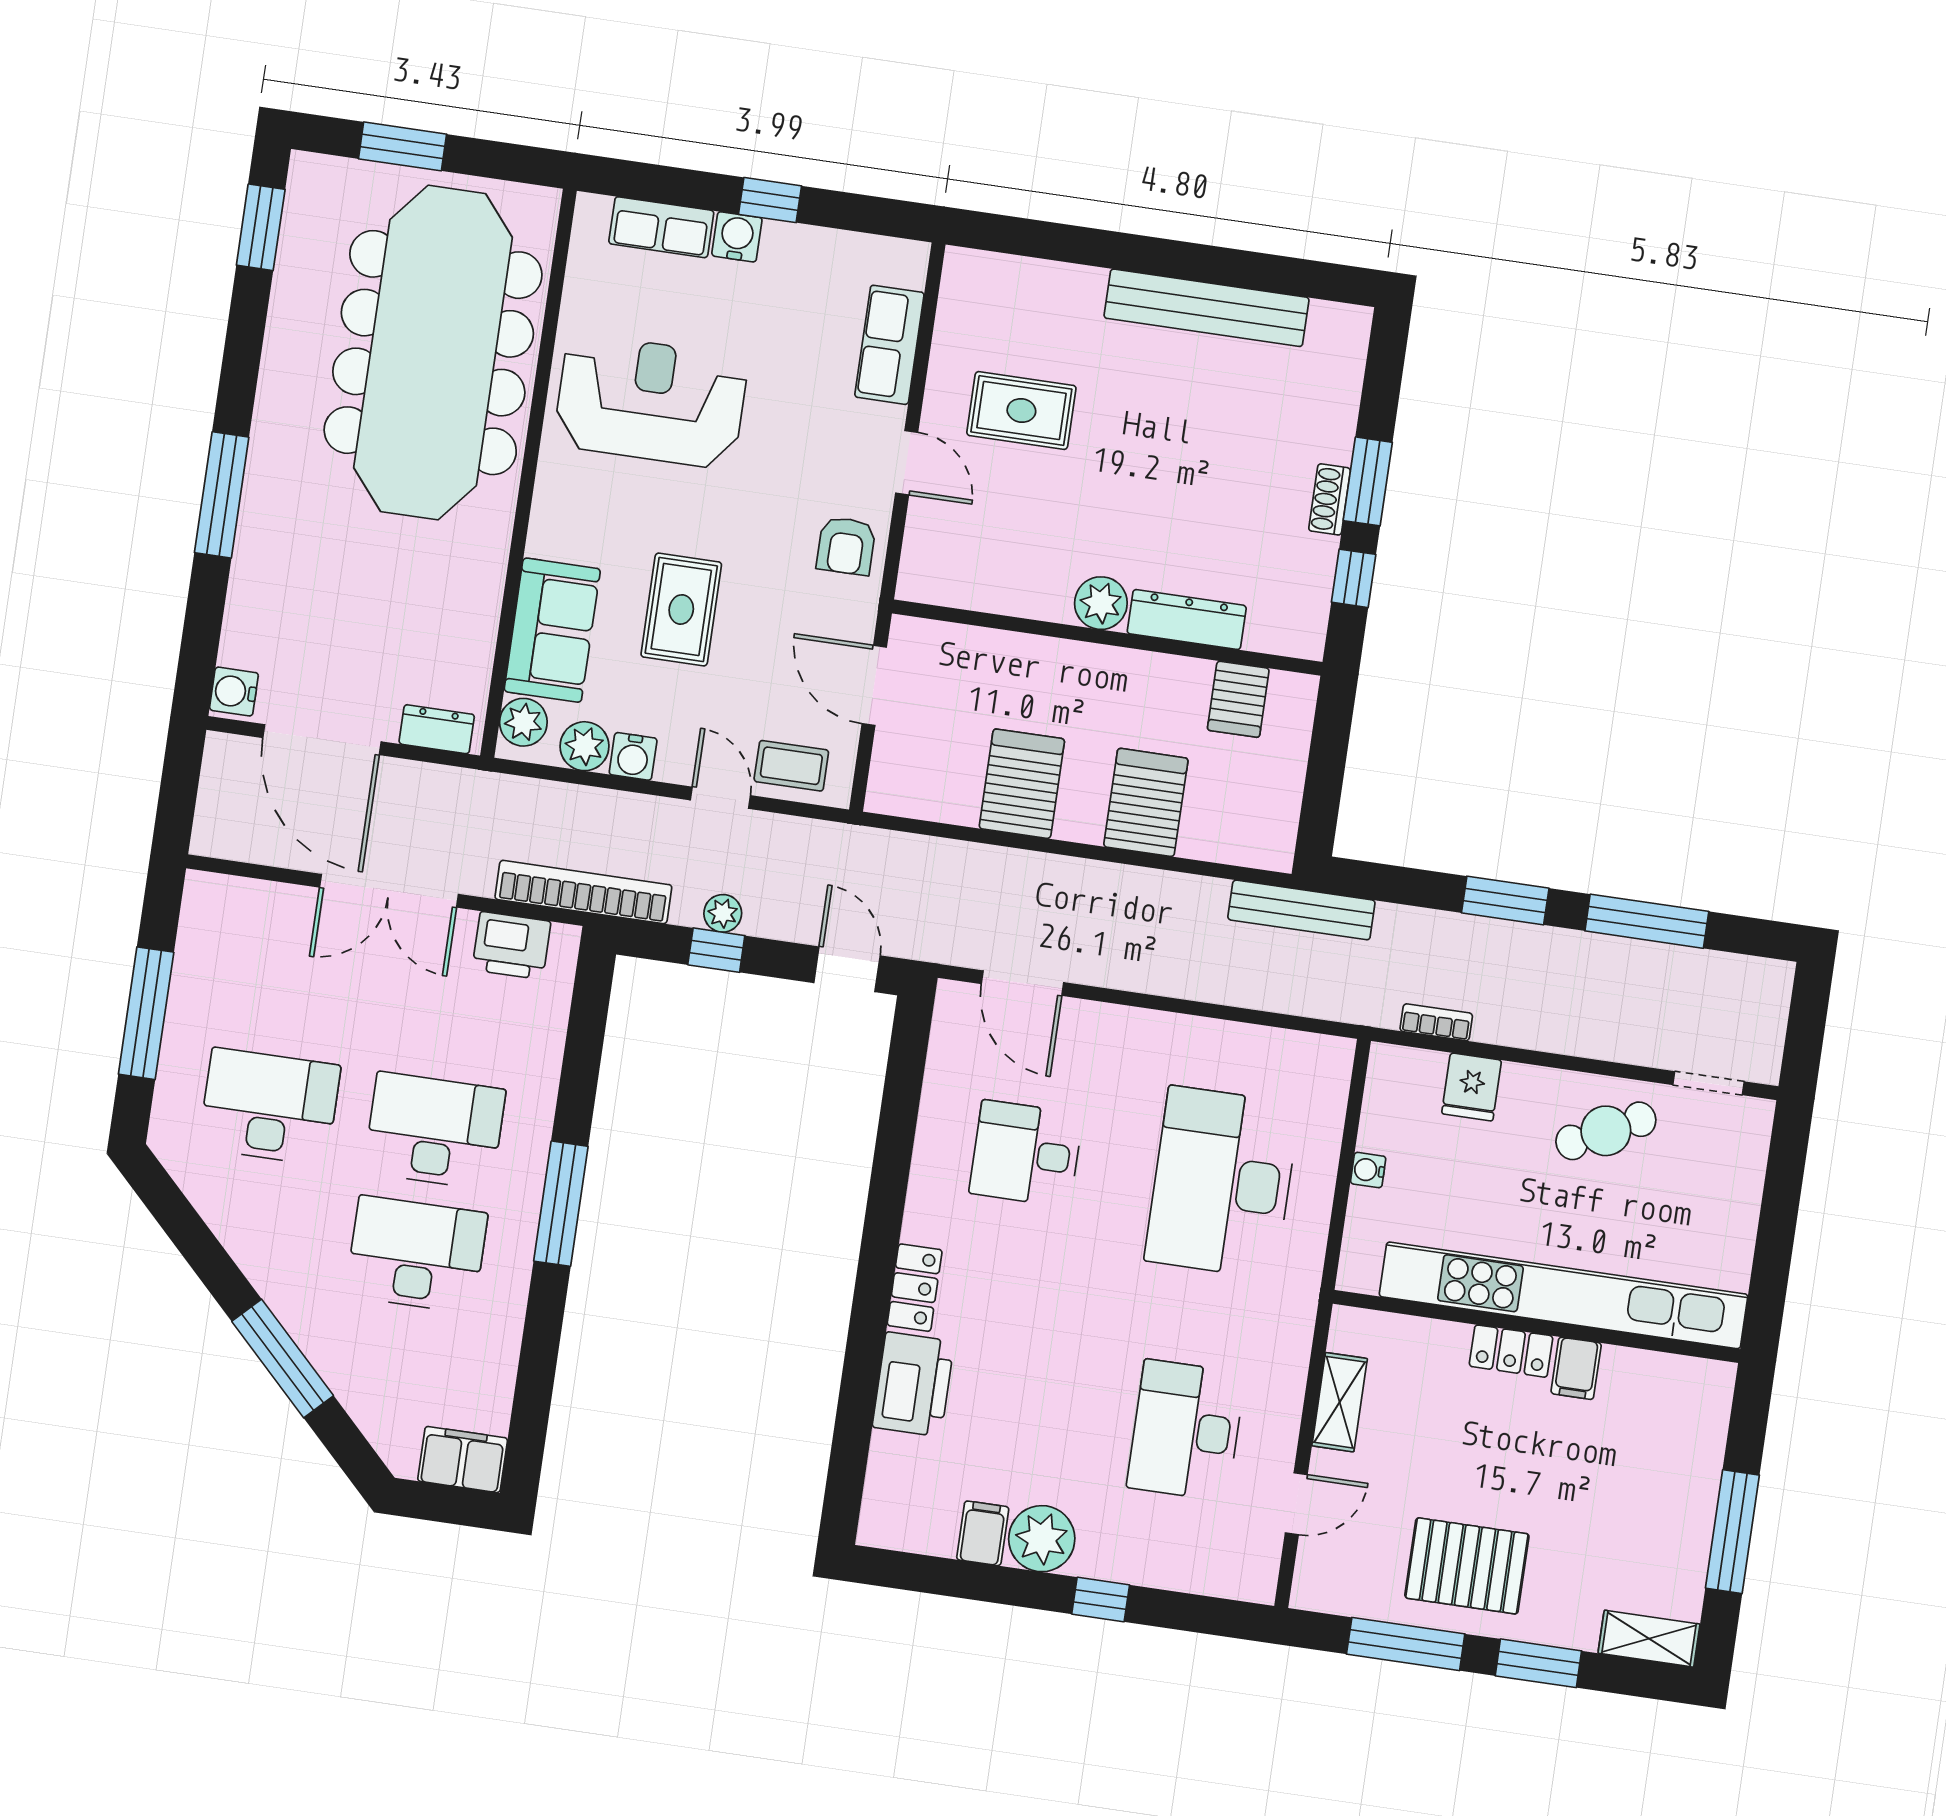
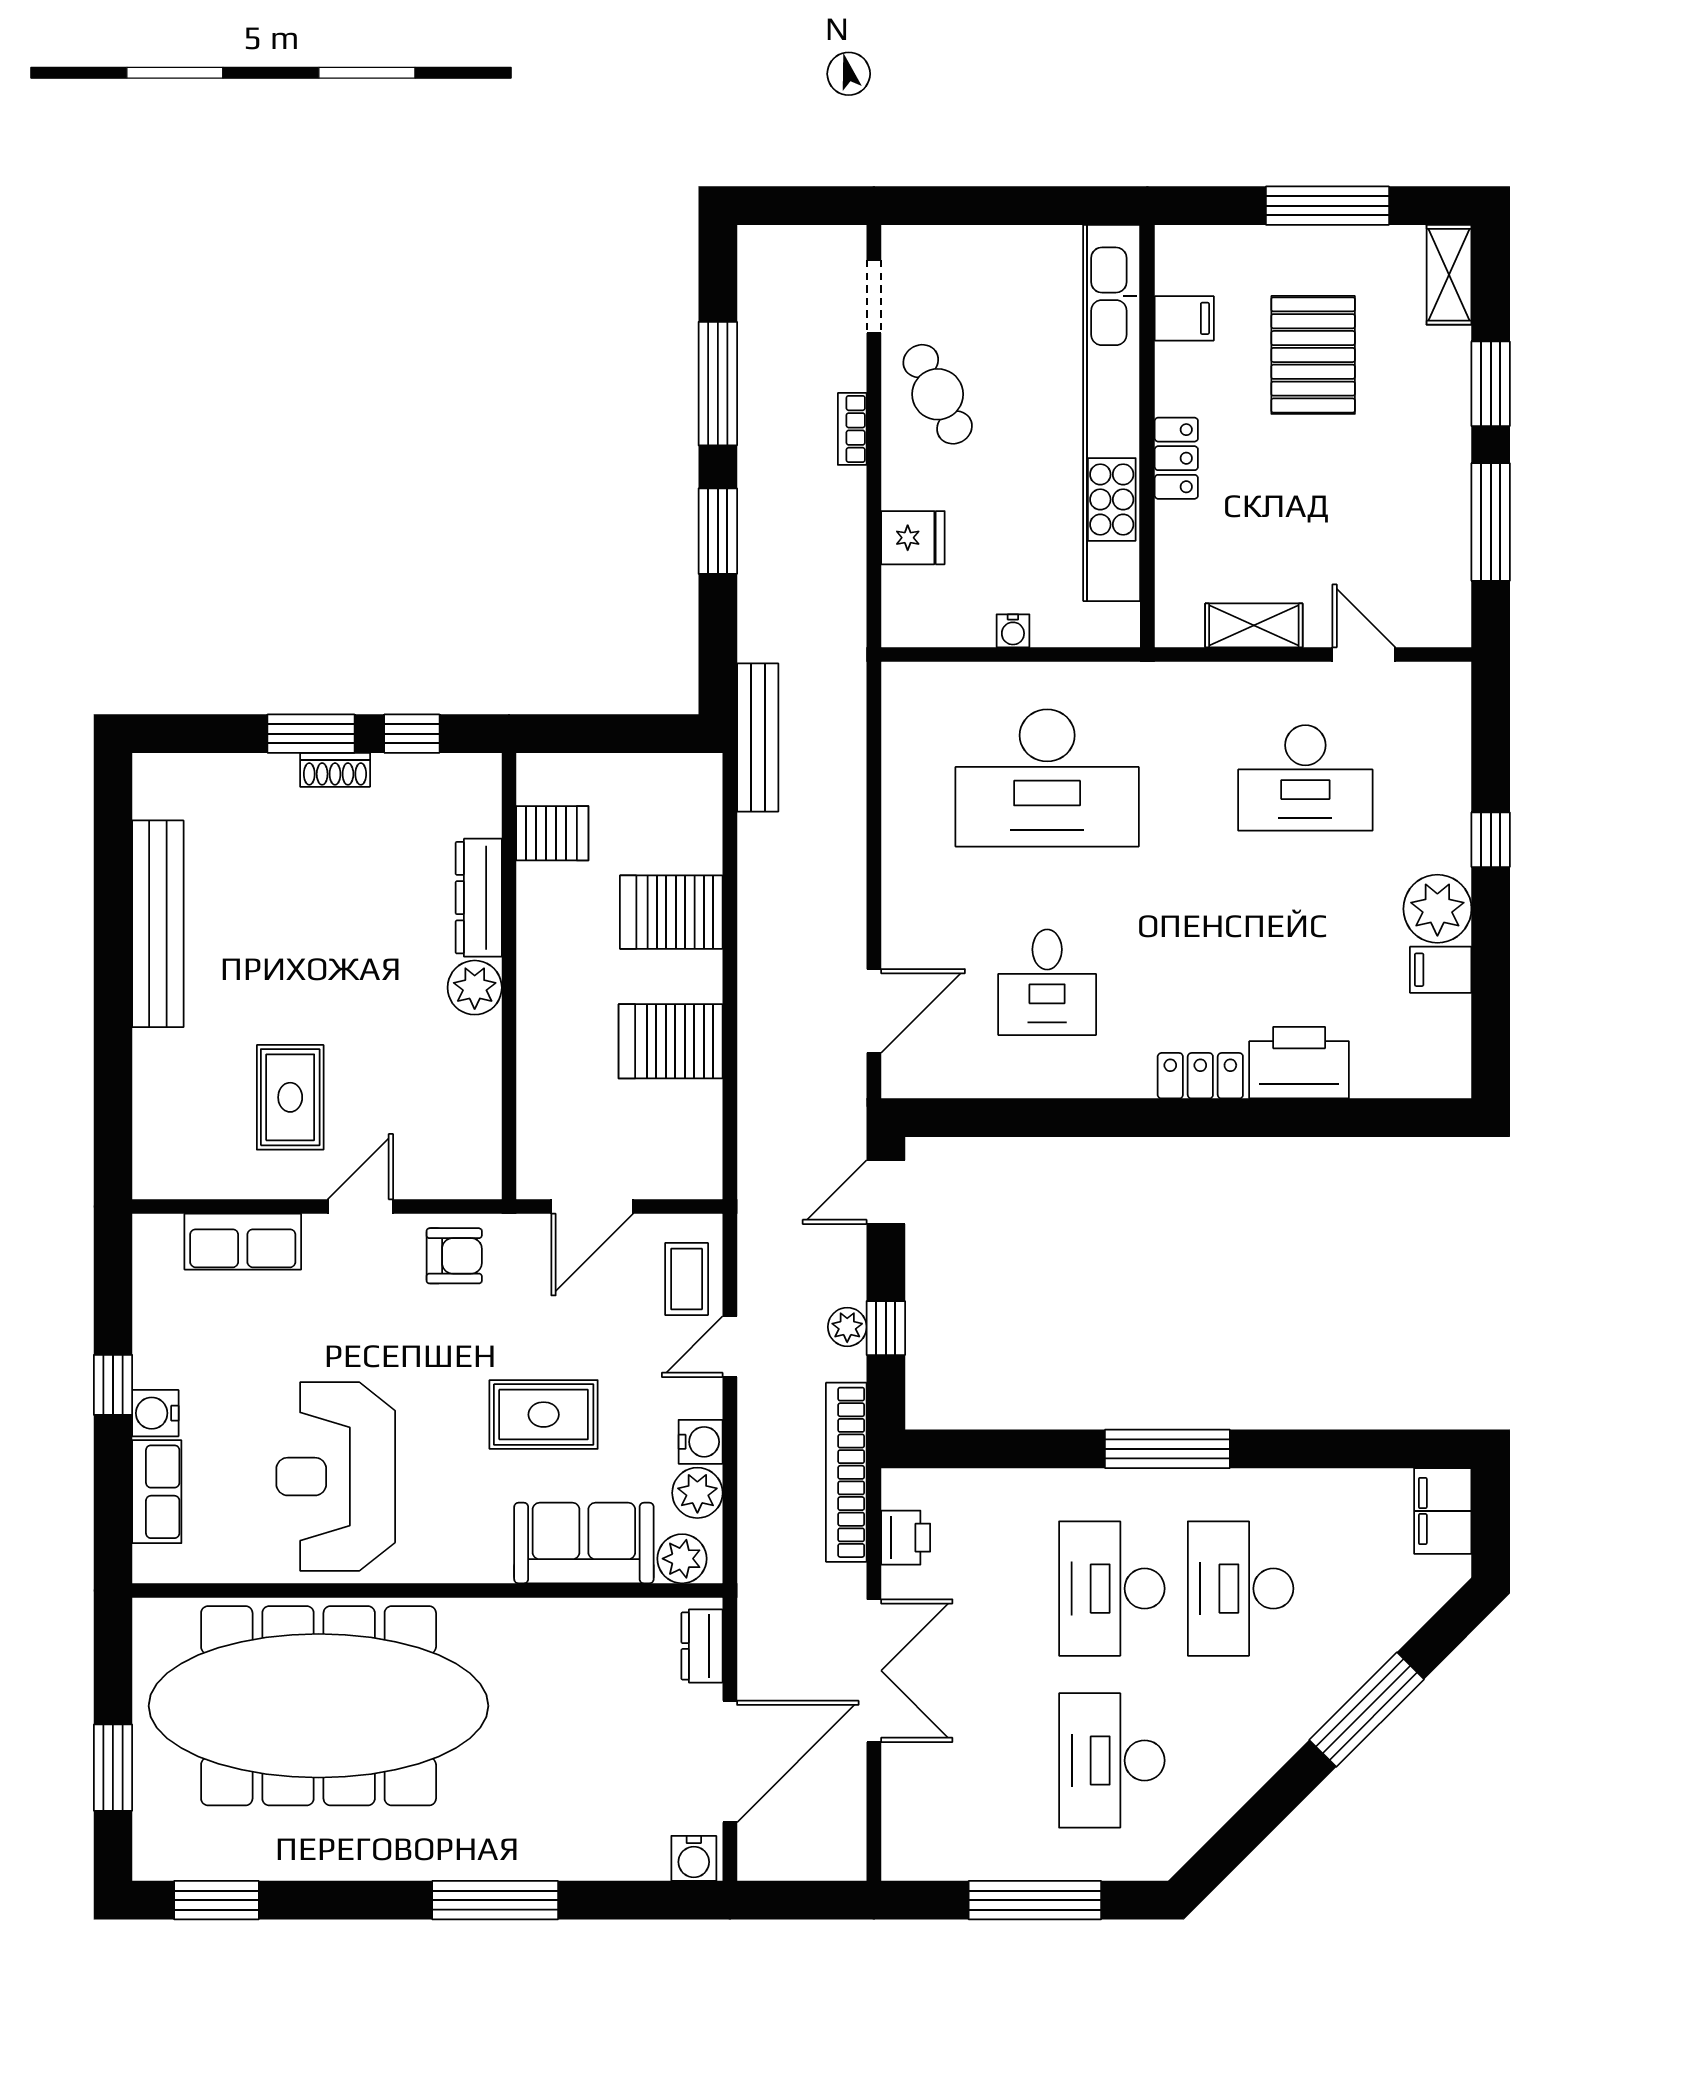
printer: (511, 946) -> (906, 1538), width x0.73, depth x0.81
bookcase: (1436, 1022) -> (852, 429), moved
filing cabinet: (1576, 1368) -> (1184, 318), moved
pallet: (1467, 1566) -> (1313, 355), moved

